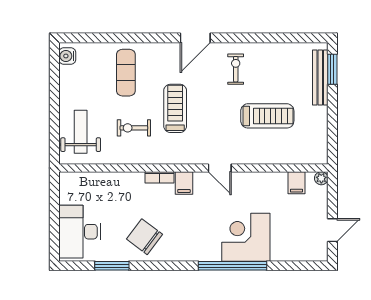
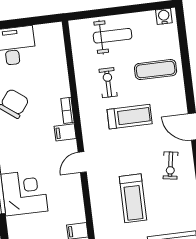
exercise bike: (236, 69) -> (170, 165), turned 99
weight bench: (81, 132) -> (113, 36), moved

